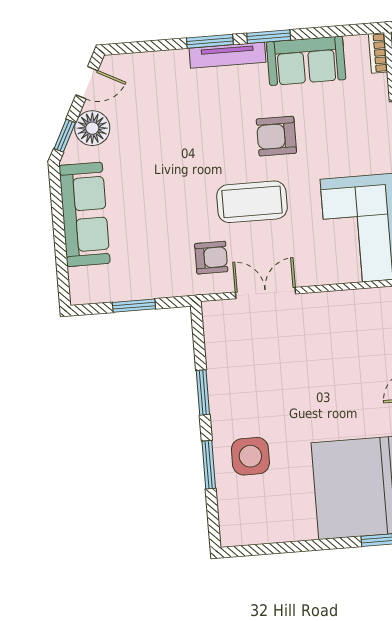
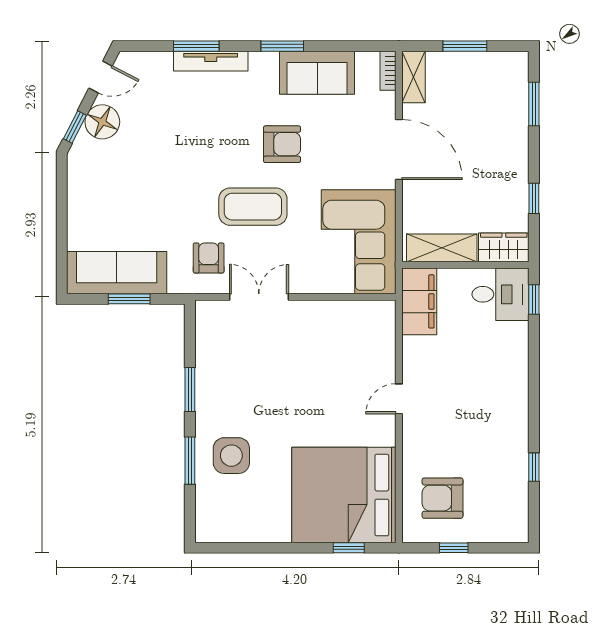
window: (210, 41) -> (196, 46), moved
tv unit: (228, 55) -> (211, 61), moved
armchair: (276, 136) -> (282, 144), turned 180
sofa: (85, 214) -> (117, 273), moved, turned -90
armchair: (211, 258) -> (209, 258), turned -90

